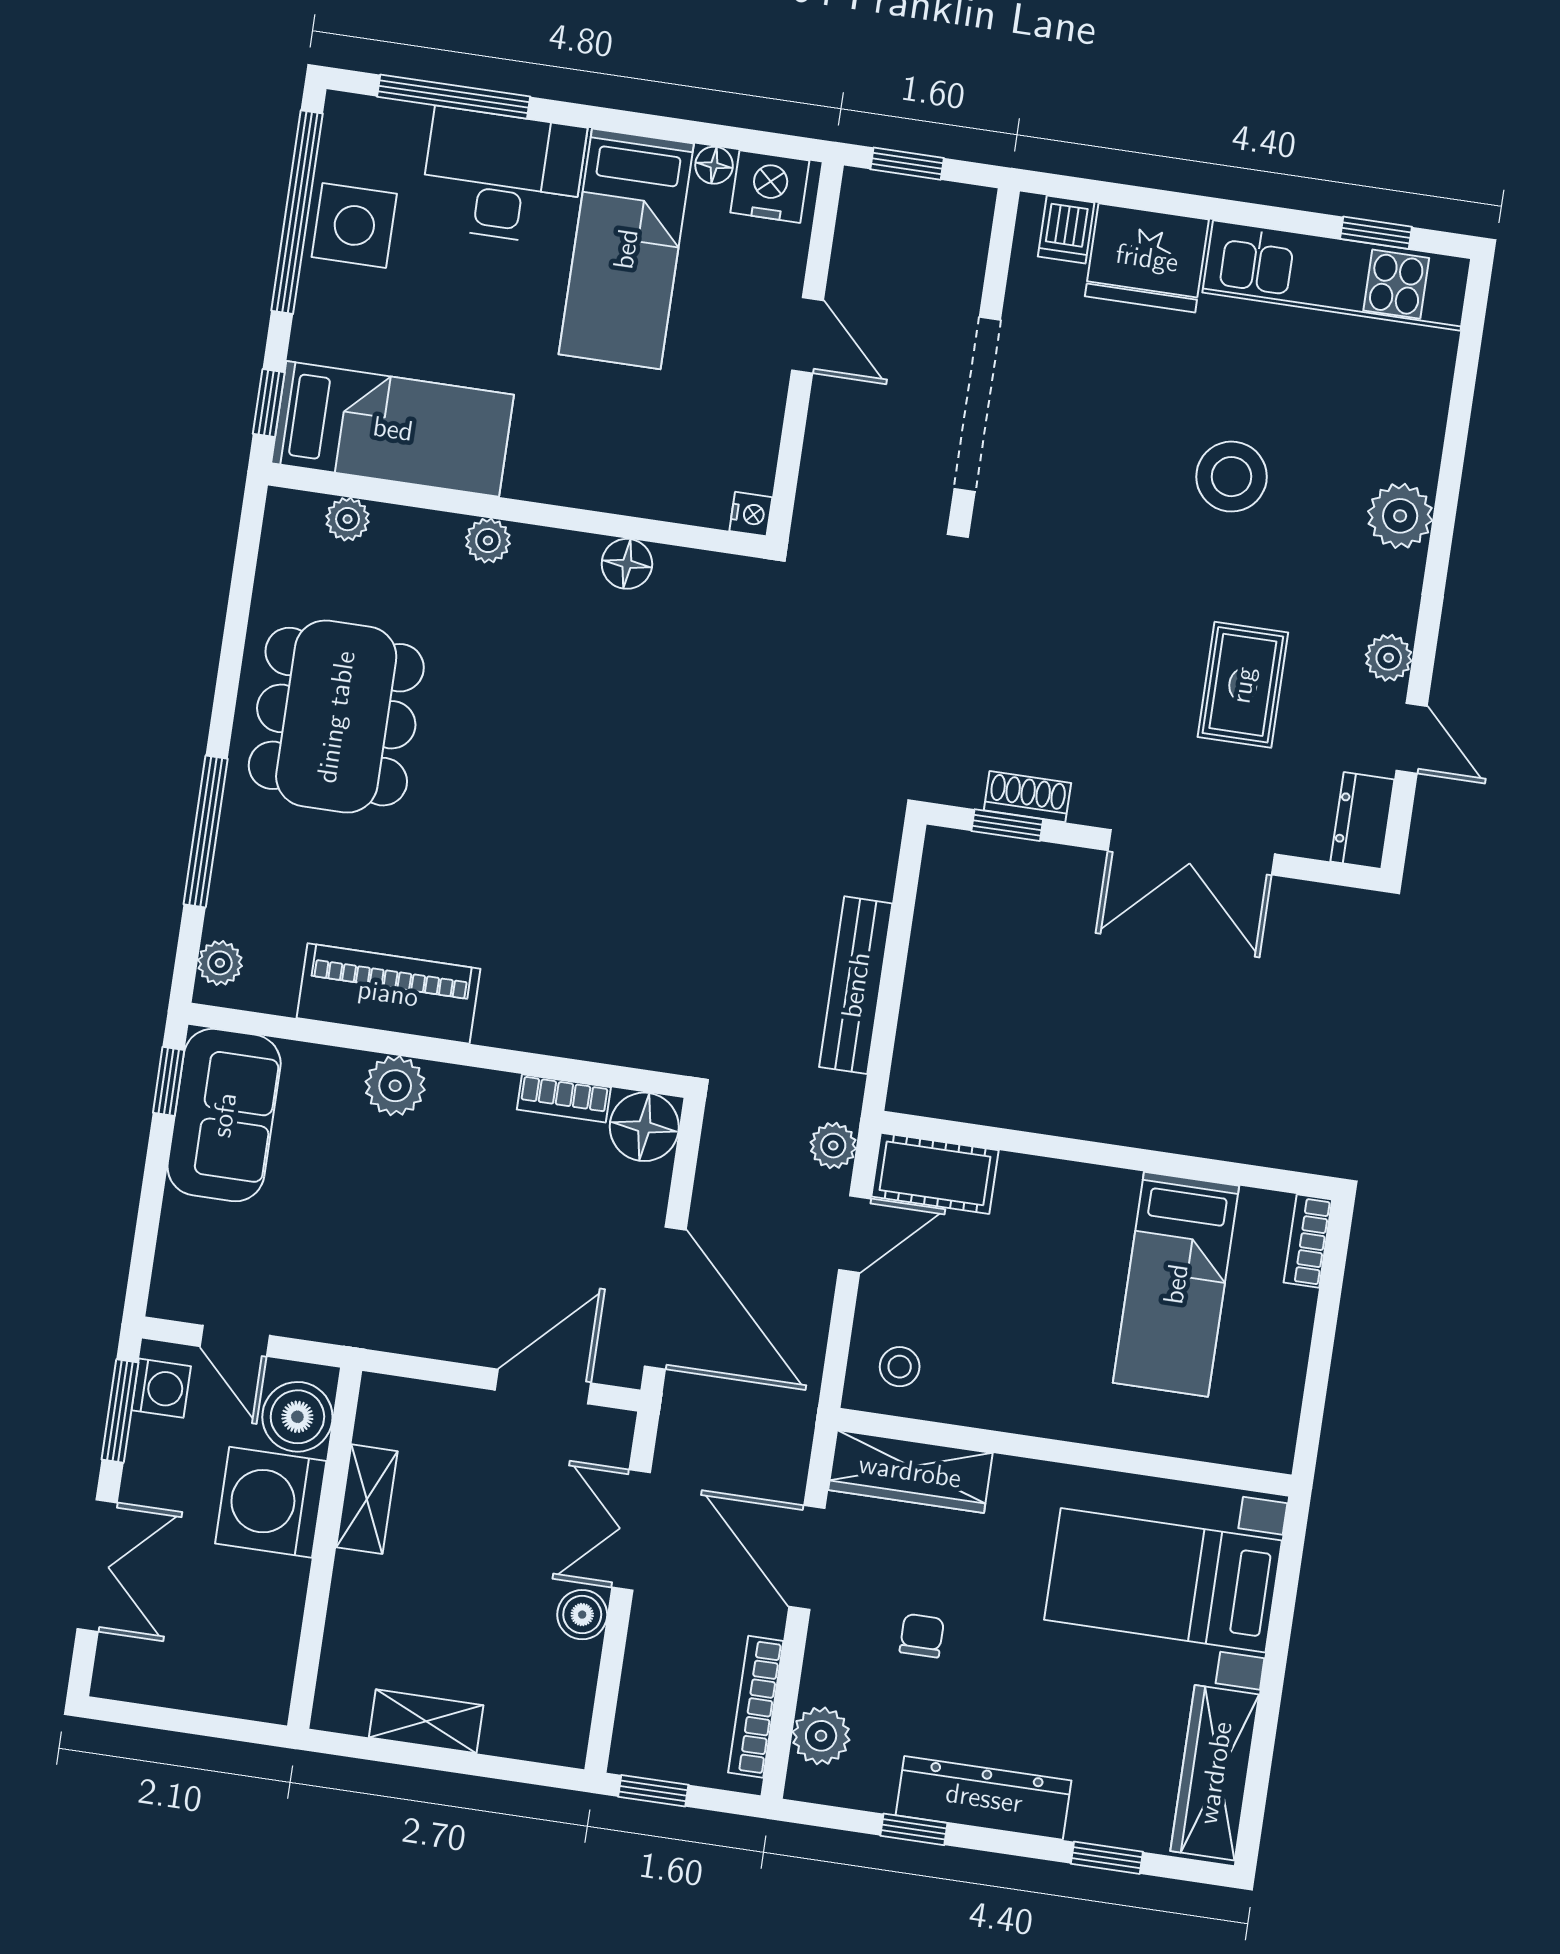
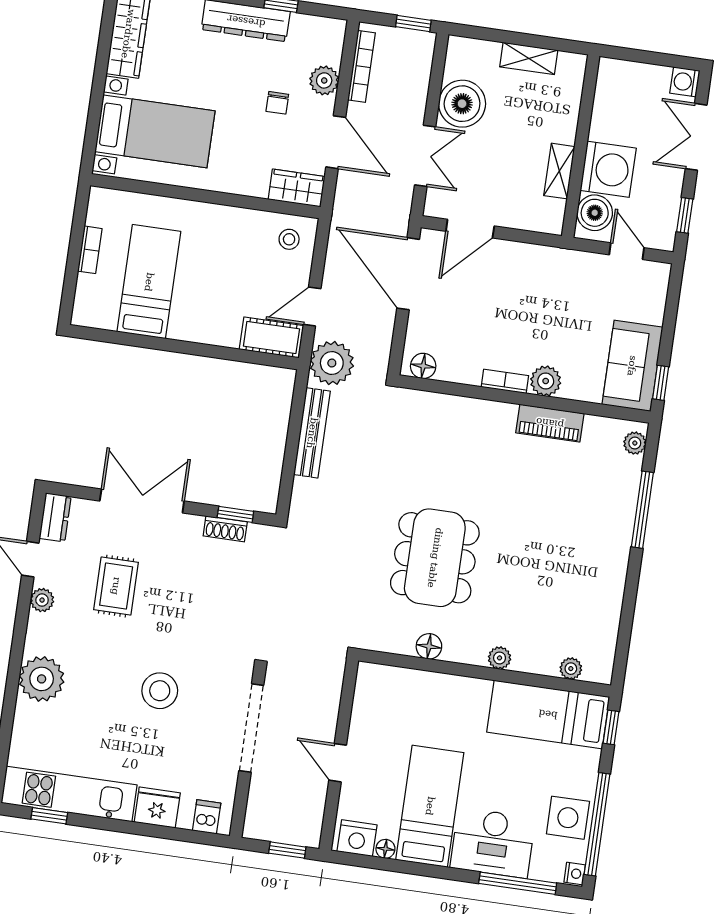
fridge: (1147, 258) -> (157, 808), width x0.73, depth x0.75
stool: (1232, 477) -> (160, 691), moved
nightstand: (751, 514) -> (575, 874), moved, turned 180
plant: (1400, 516) -> (42, 679), width x1.36, depth x1.36
dining table: (336, 717) -> (435, 558), moved
piano: (388, 993) -> (550, 423), width x0.73, depth x0.75
bookcase: (564, 1098) -> (505, 381), moved
floor lamp: (644, 1127) -> (423, 366), width x0.73, depth x0.73
plant: (833, 1146) -> (332, 363), width x1.87, depth x1.87
bookcase: (1308, 1241) -> (90, 250), moved
washing machine: (161, 1388) -> (685, 82), moved
window: (120, 1411) -> (685, 215), width x0.67
wardrobe: (910, 1471) -> (297, 188), width x0.67
boiler: (582, 1615) -> (462, 104), width x1.86, depth x1.86
plant: (821, 1736) -> (324, 80), moved

